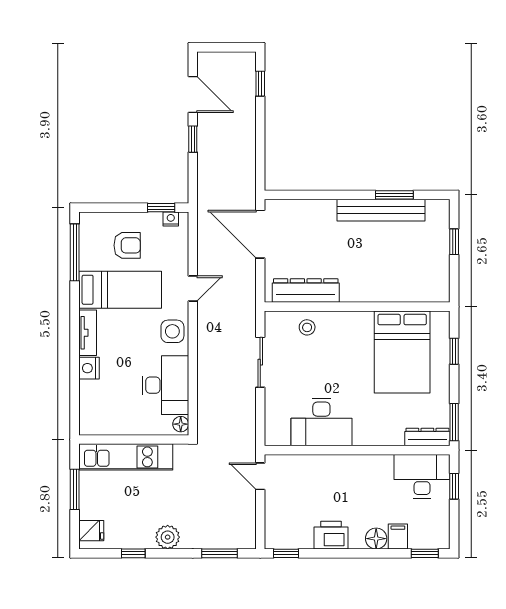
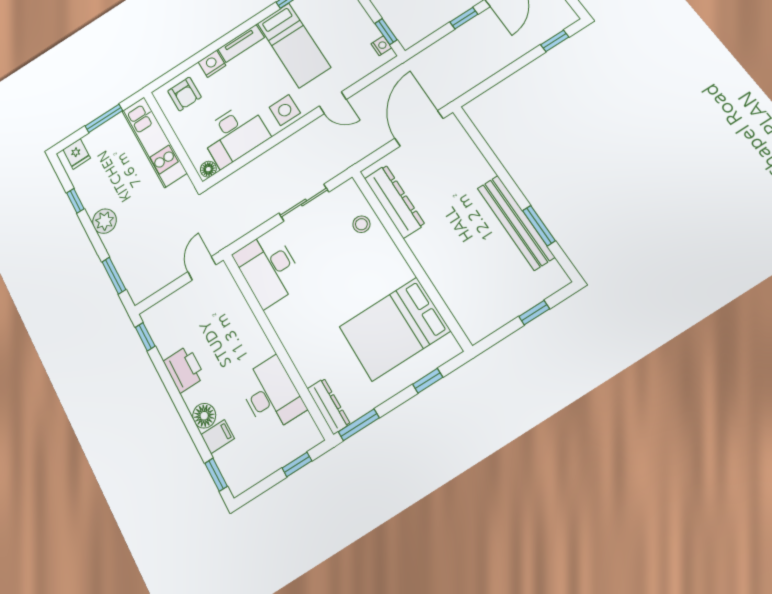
armchair: (127, 245) -> (184, 94), moved
desk: (321, 422) -> (268, 268), moved
desk: (422, 476) -> (271, 395), moved

